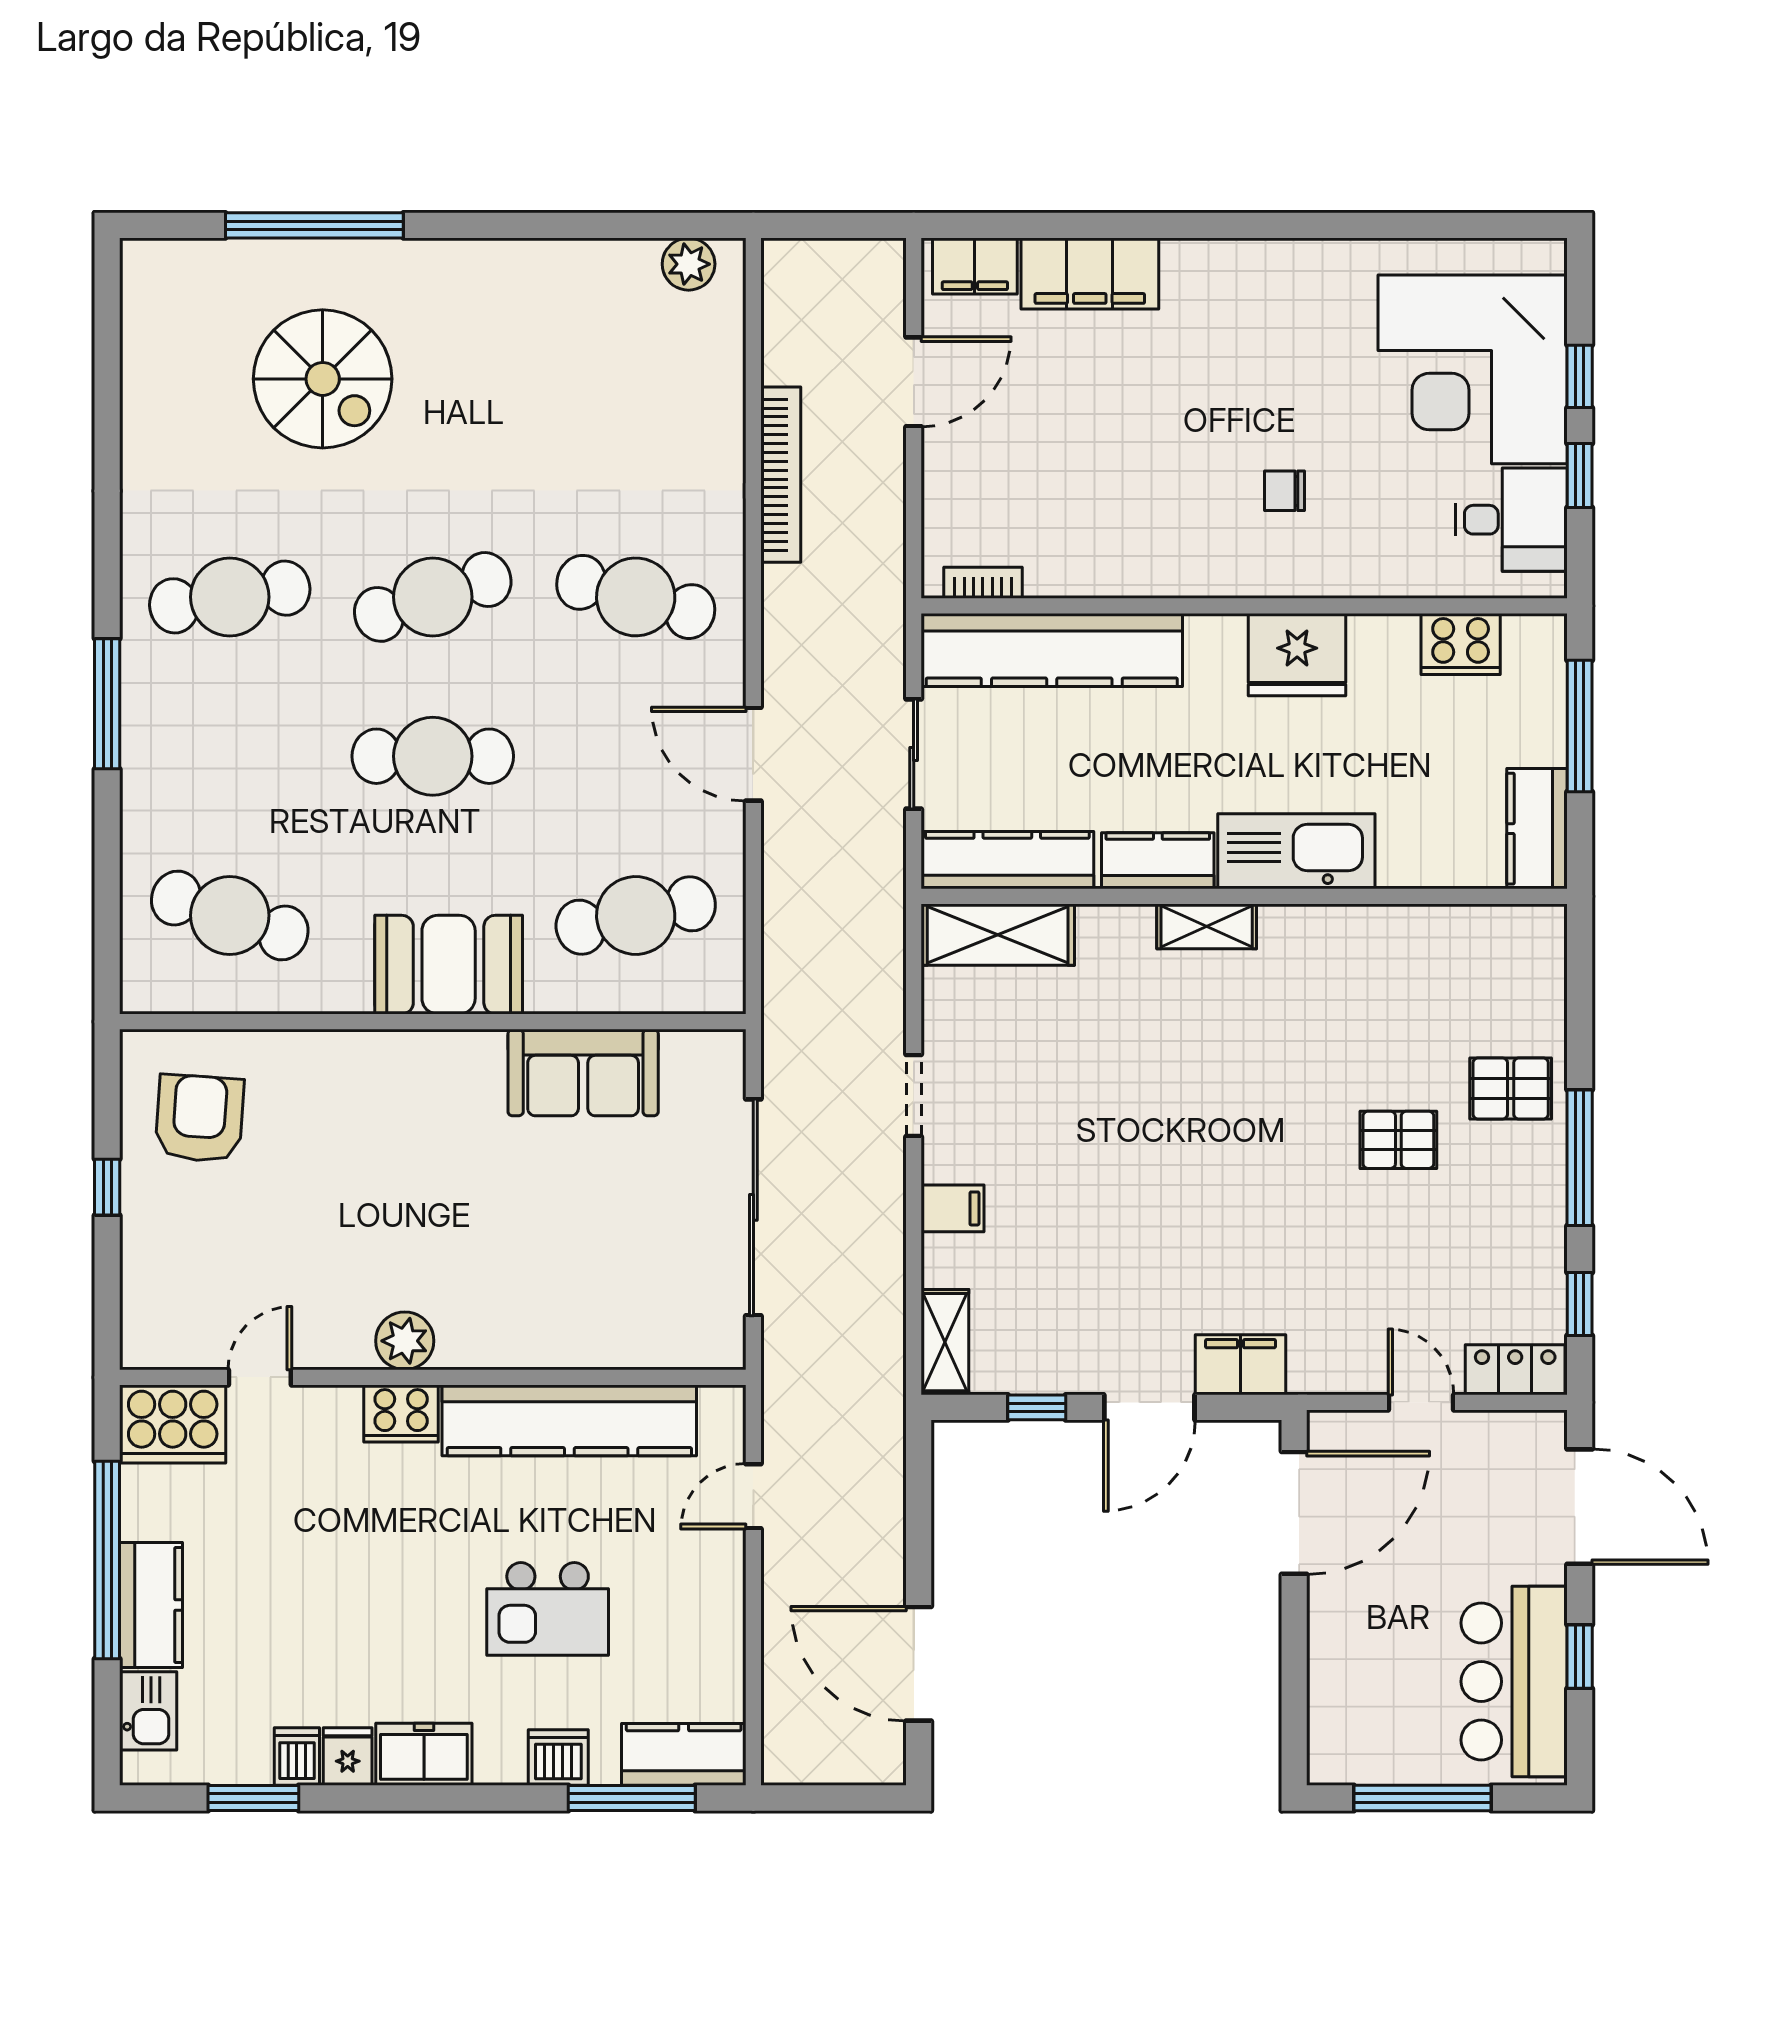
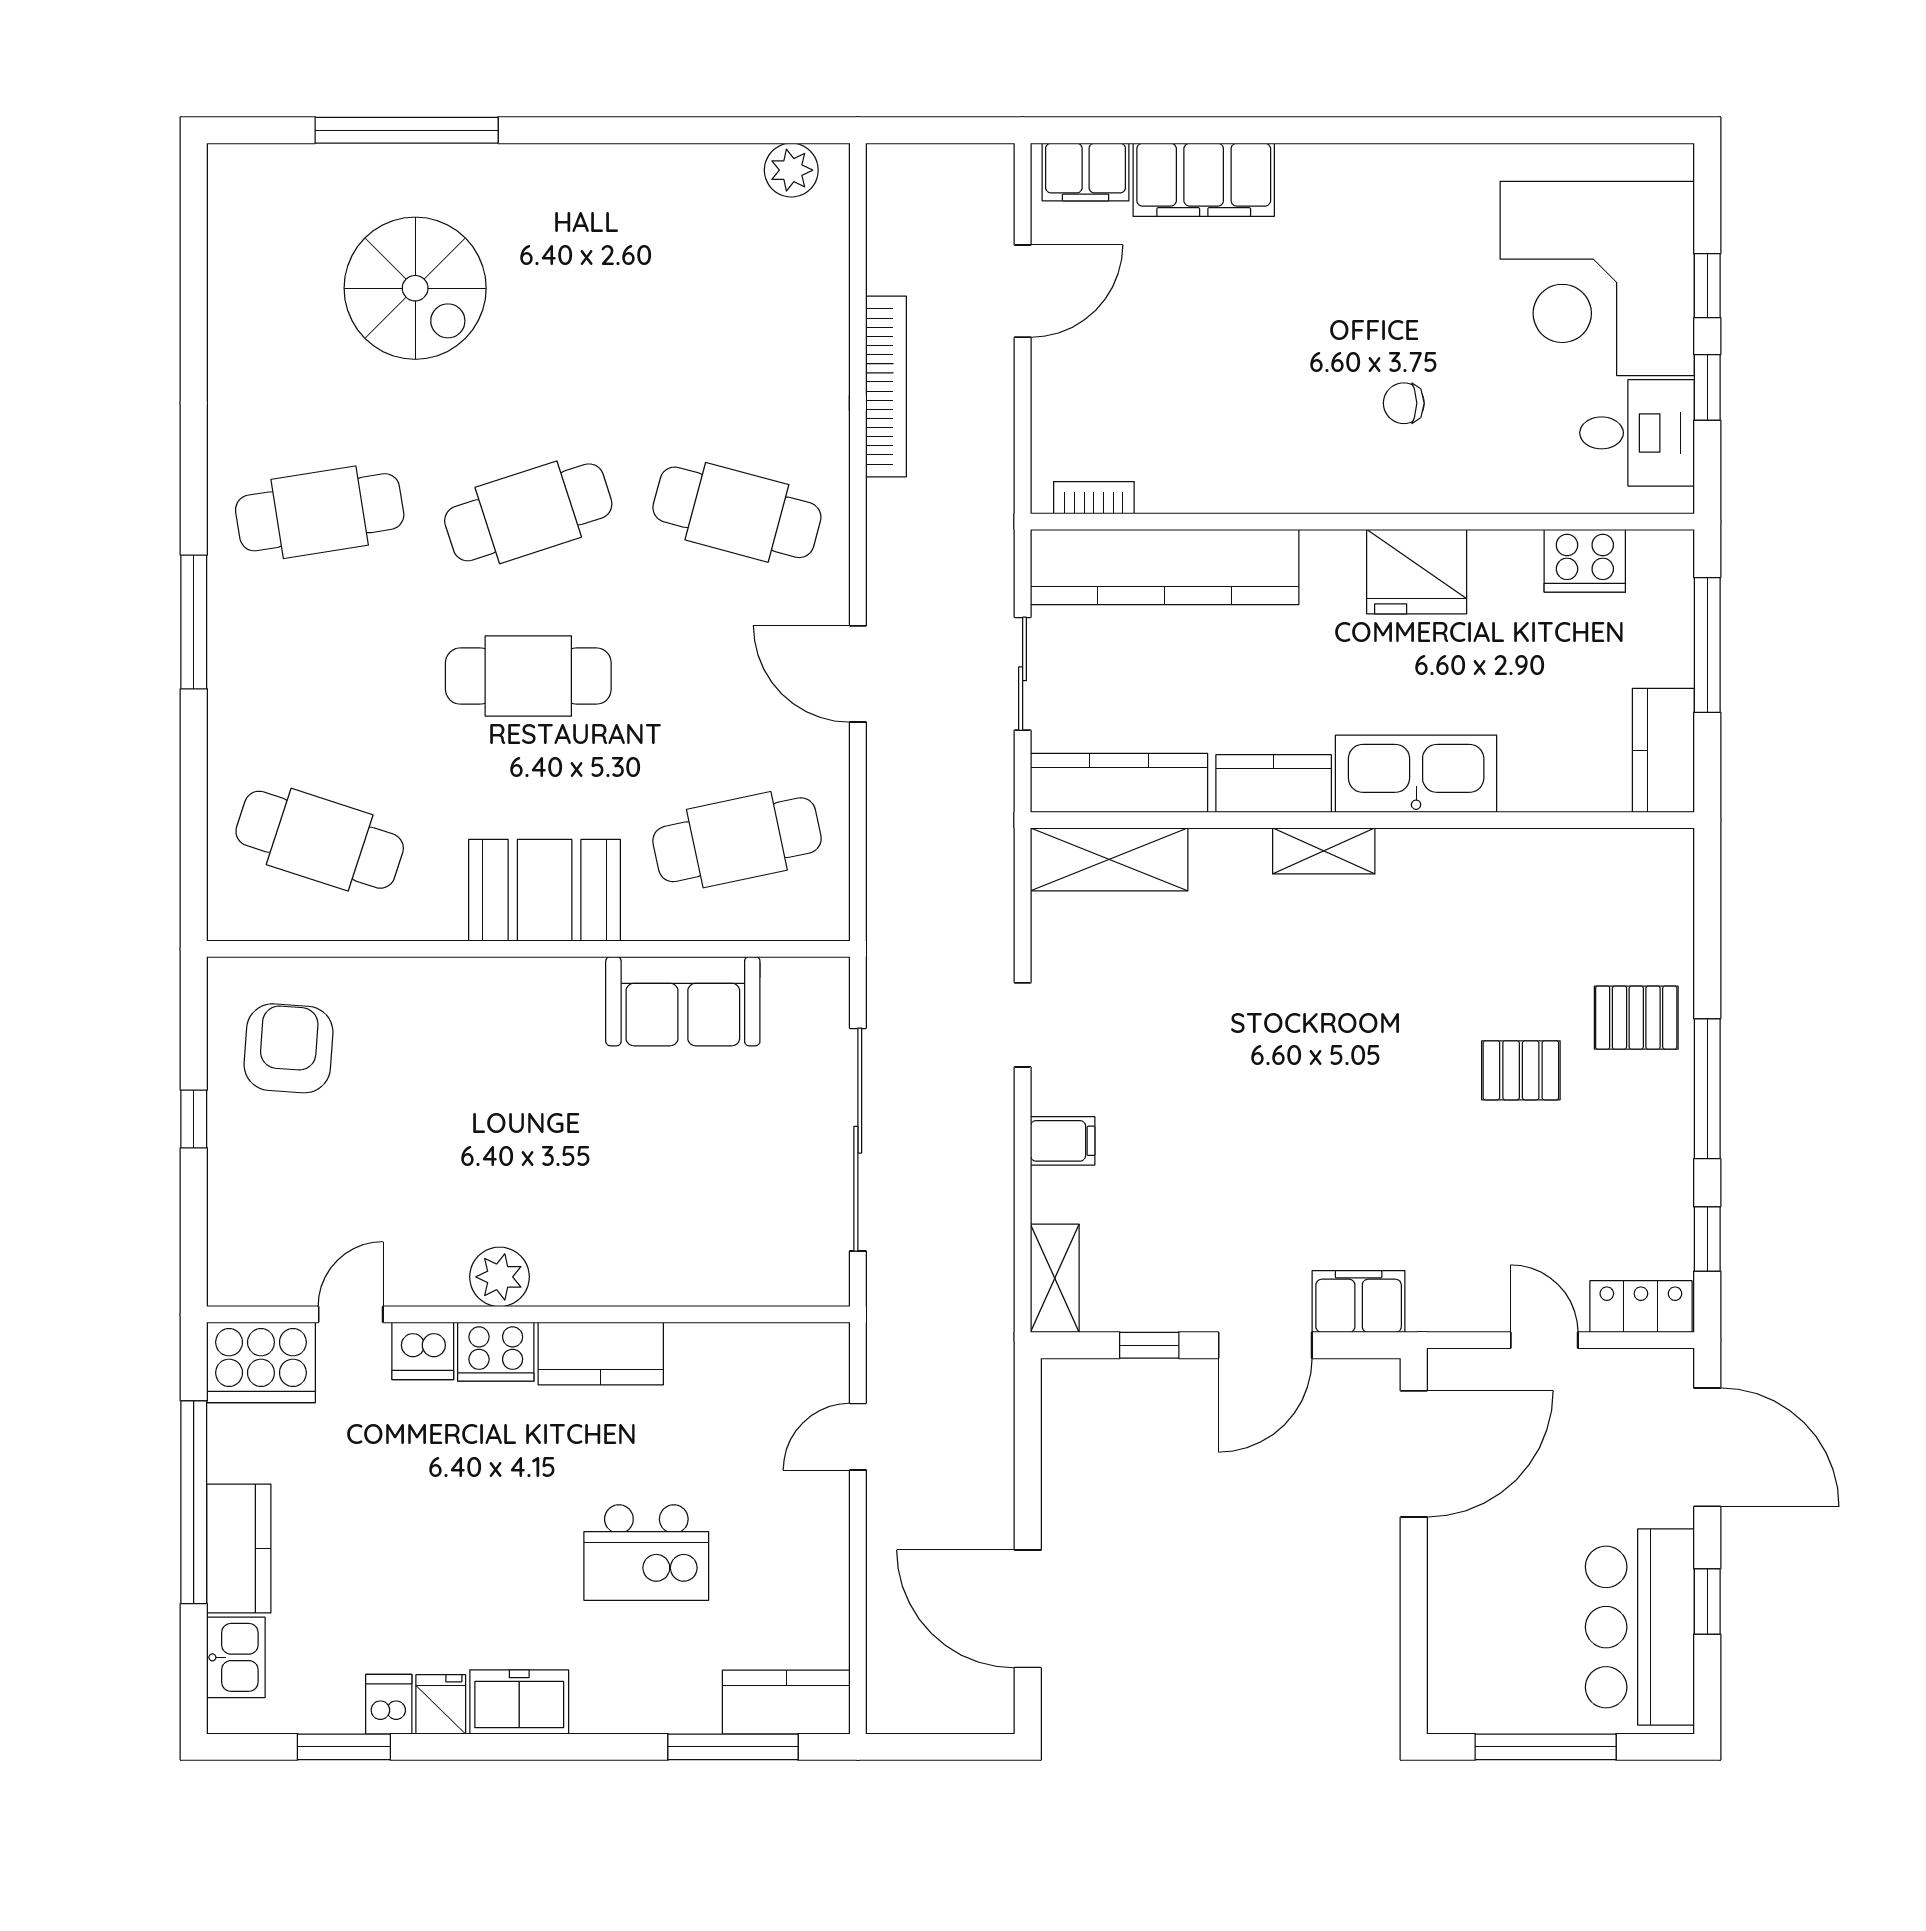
kitchen counter: (569, 1420) -> (601, 1353), width x0.48, depth x0.86
dishwasher: (558, 1757) -> (423, 1351), moved, turned 180

